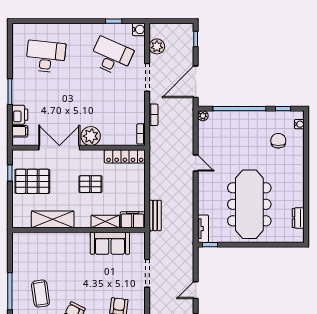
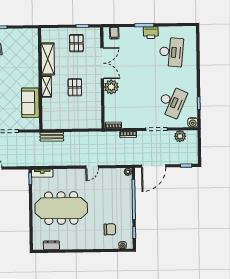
door: (196, 82) -> (154, 166), swing flipped
printer: (20, 115) -> (151, 33), moved
locker: (125, 156) -> (96, 113), removed
pallet: (32, 181) -> (76, 43), width x0.67, depth x0.71
filing cabinet: (133, 220) -> (48, 120), removed
shelving: (105, 221) -> (47, 87), moved

